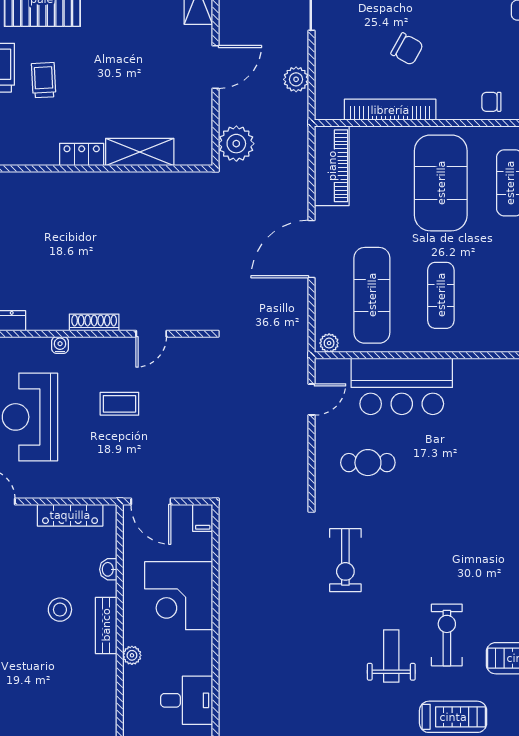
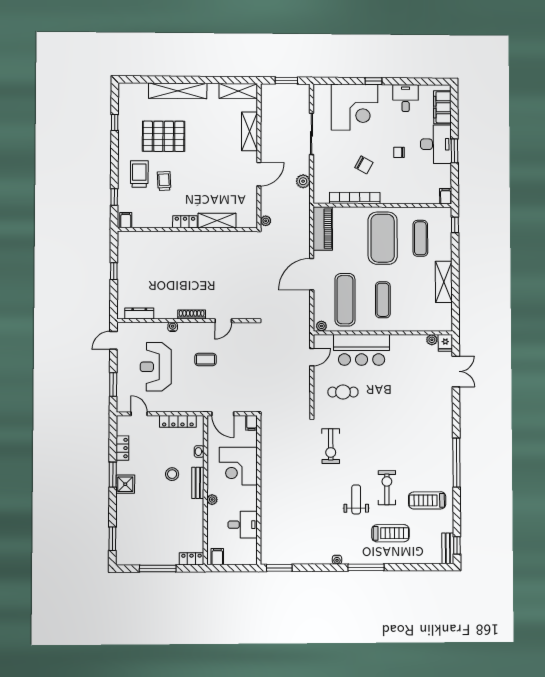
chair: (491, 102) -> (399, 152), moved
plant: (236, 144) -> (266, 221), width x0.53, depth x0.53

